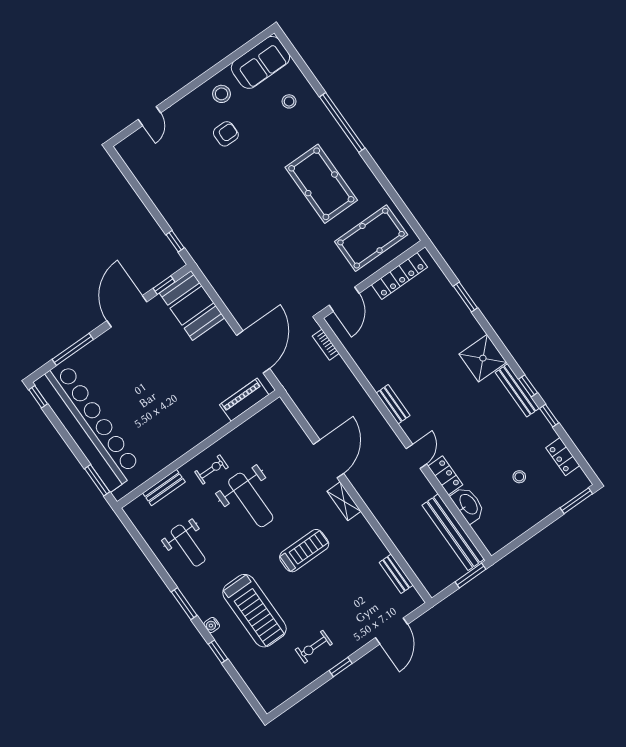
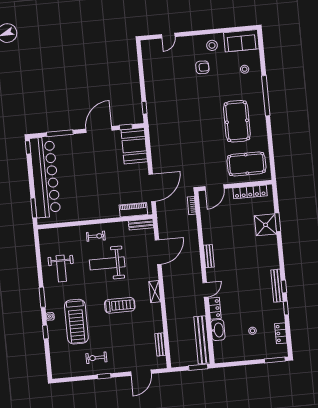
shower: (483, 358) -> (266, 225), moved
door: (328, 459) -> (158, 252), moved
bench: (164, 487) -> (141, 224), moved
weight bench: (251, 500) -> (107, 263), turned 90

